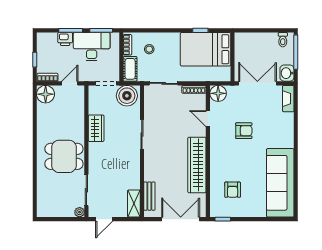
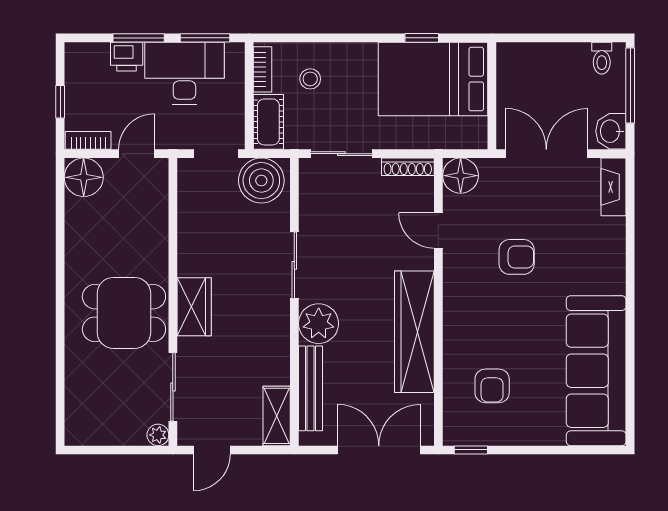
wardrobe: (96, 128) -> (194, 307), moved
plant: (153, 161) -> (319, 324), added
bench: (149, 196) -> (310, 388), width x1.36

